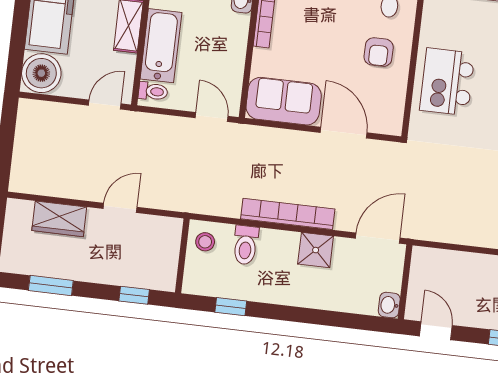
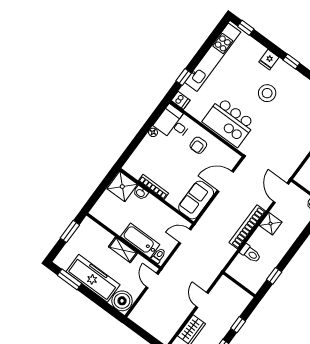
armchair: (379, 52) -> (198, 145), turned 90
kitchen island: (447, 82) -> (229, 122), width x1.37, depth x1.28
stool: (205, 242) -> (239, 271), removed
window: (134, 295) -> (238, 325), moved

